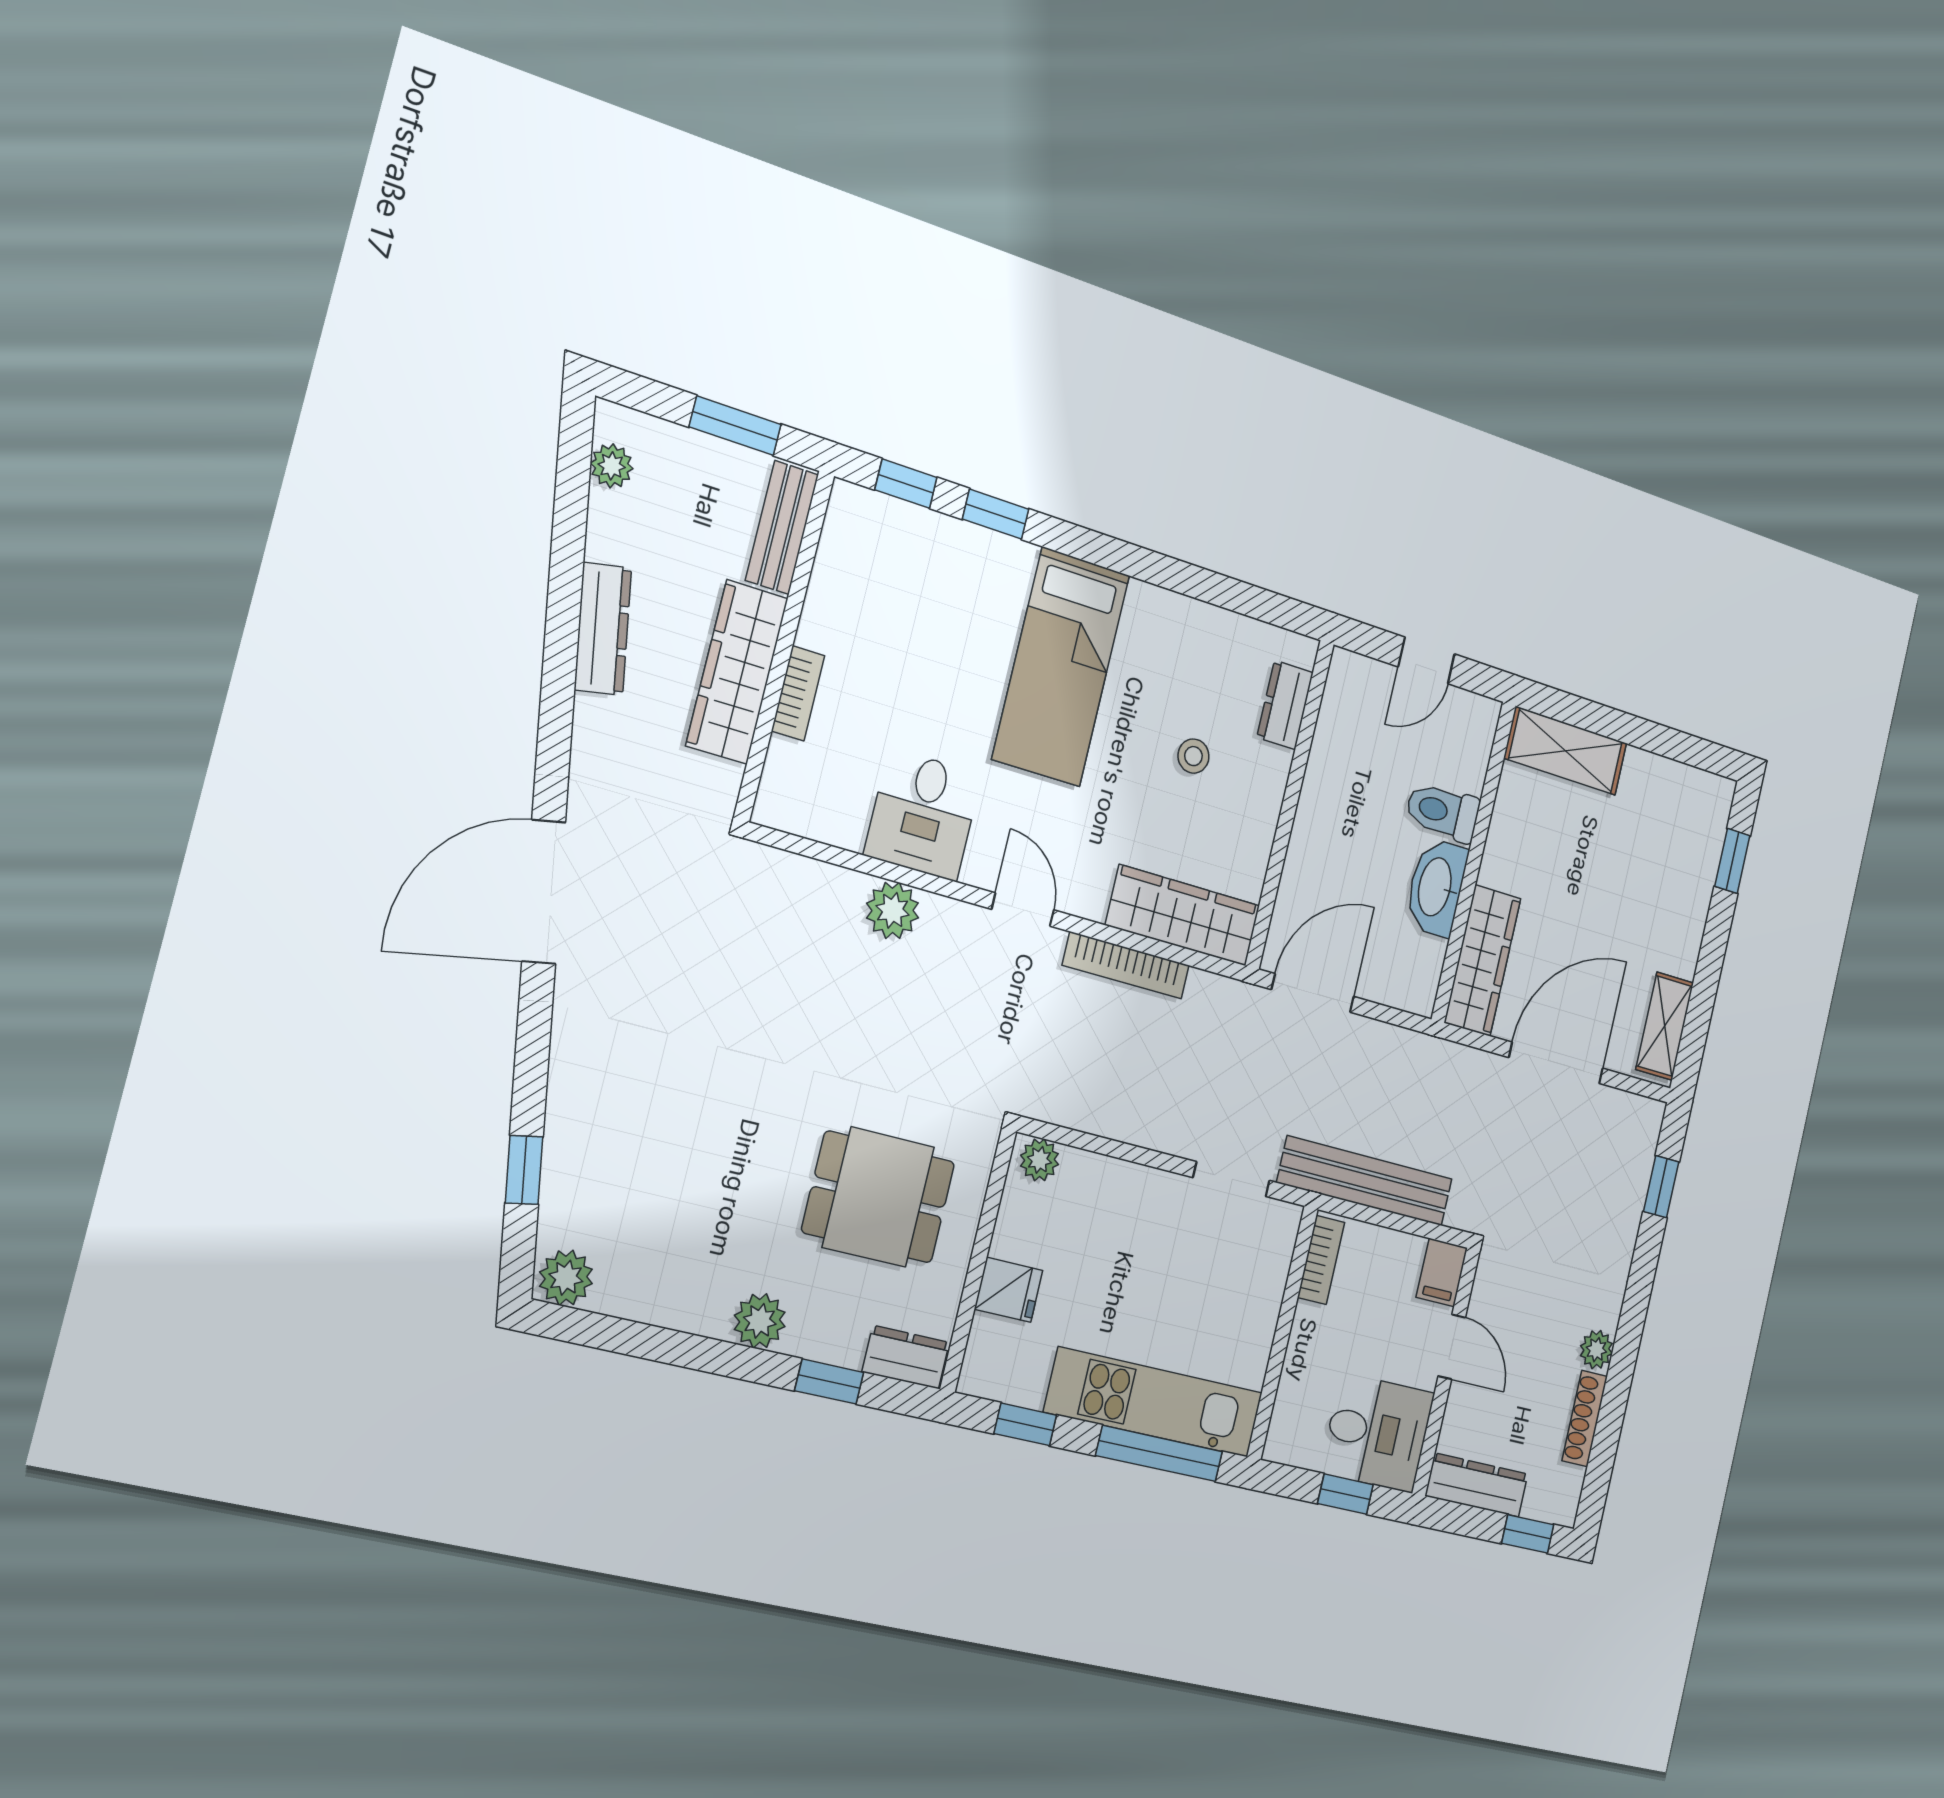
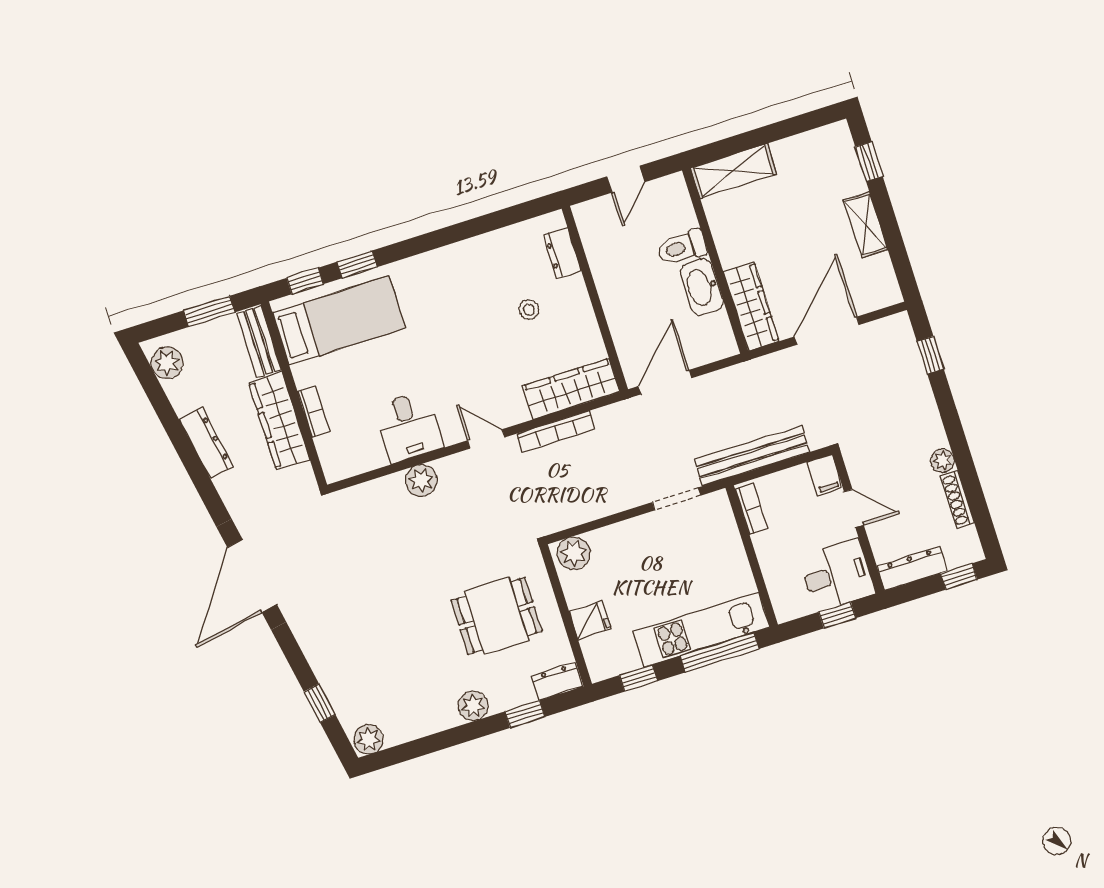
plant: (612, 466) -> (167, 363), width x1.38, depth x1.38
bed: (1061, 667) -> (339, 320), moved, turned -90
shelving: (1665, 1026) -> (866, 225), moved
plant: (1040, 1160) -> (574, 553), width x1.38, depth x1.38

